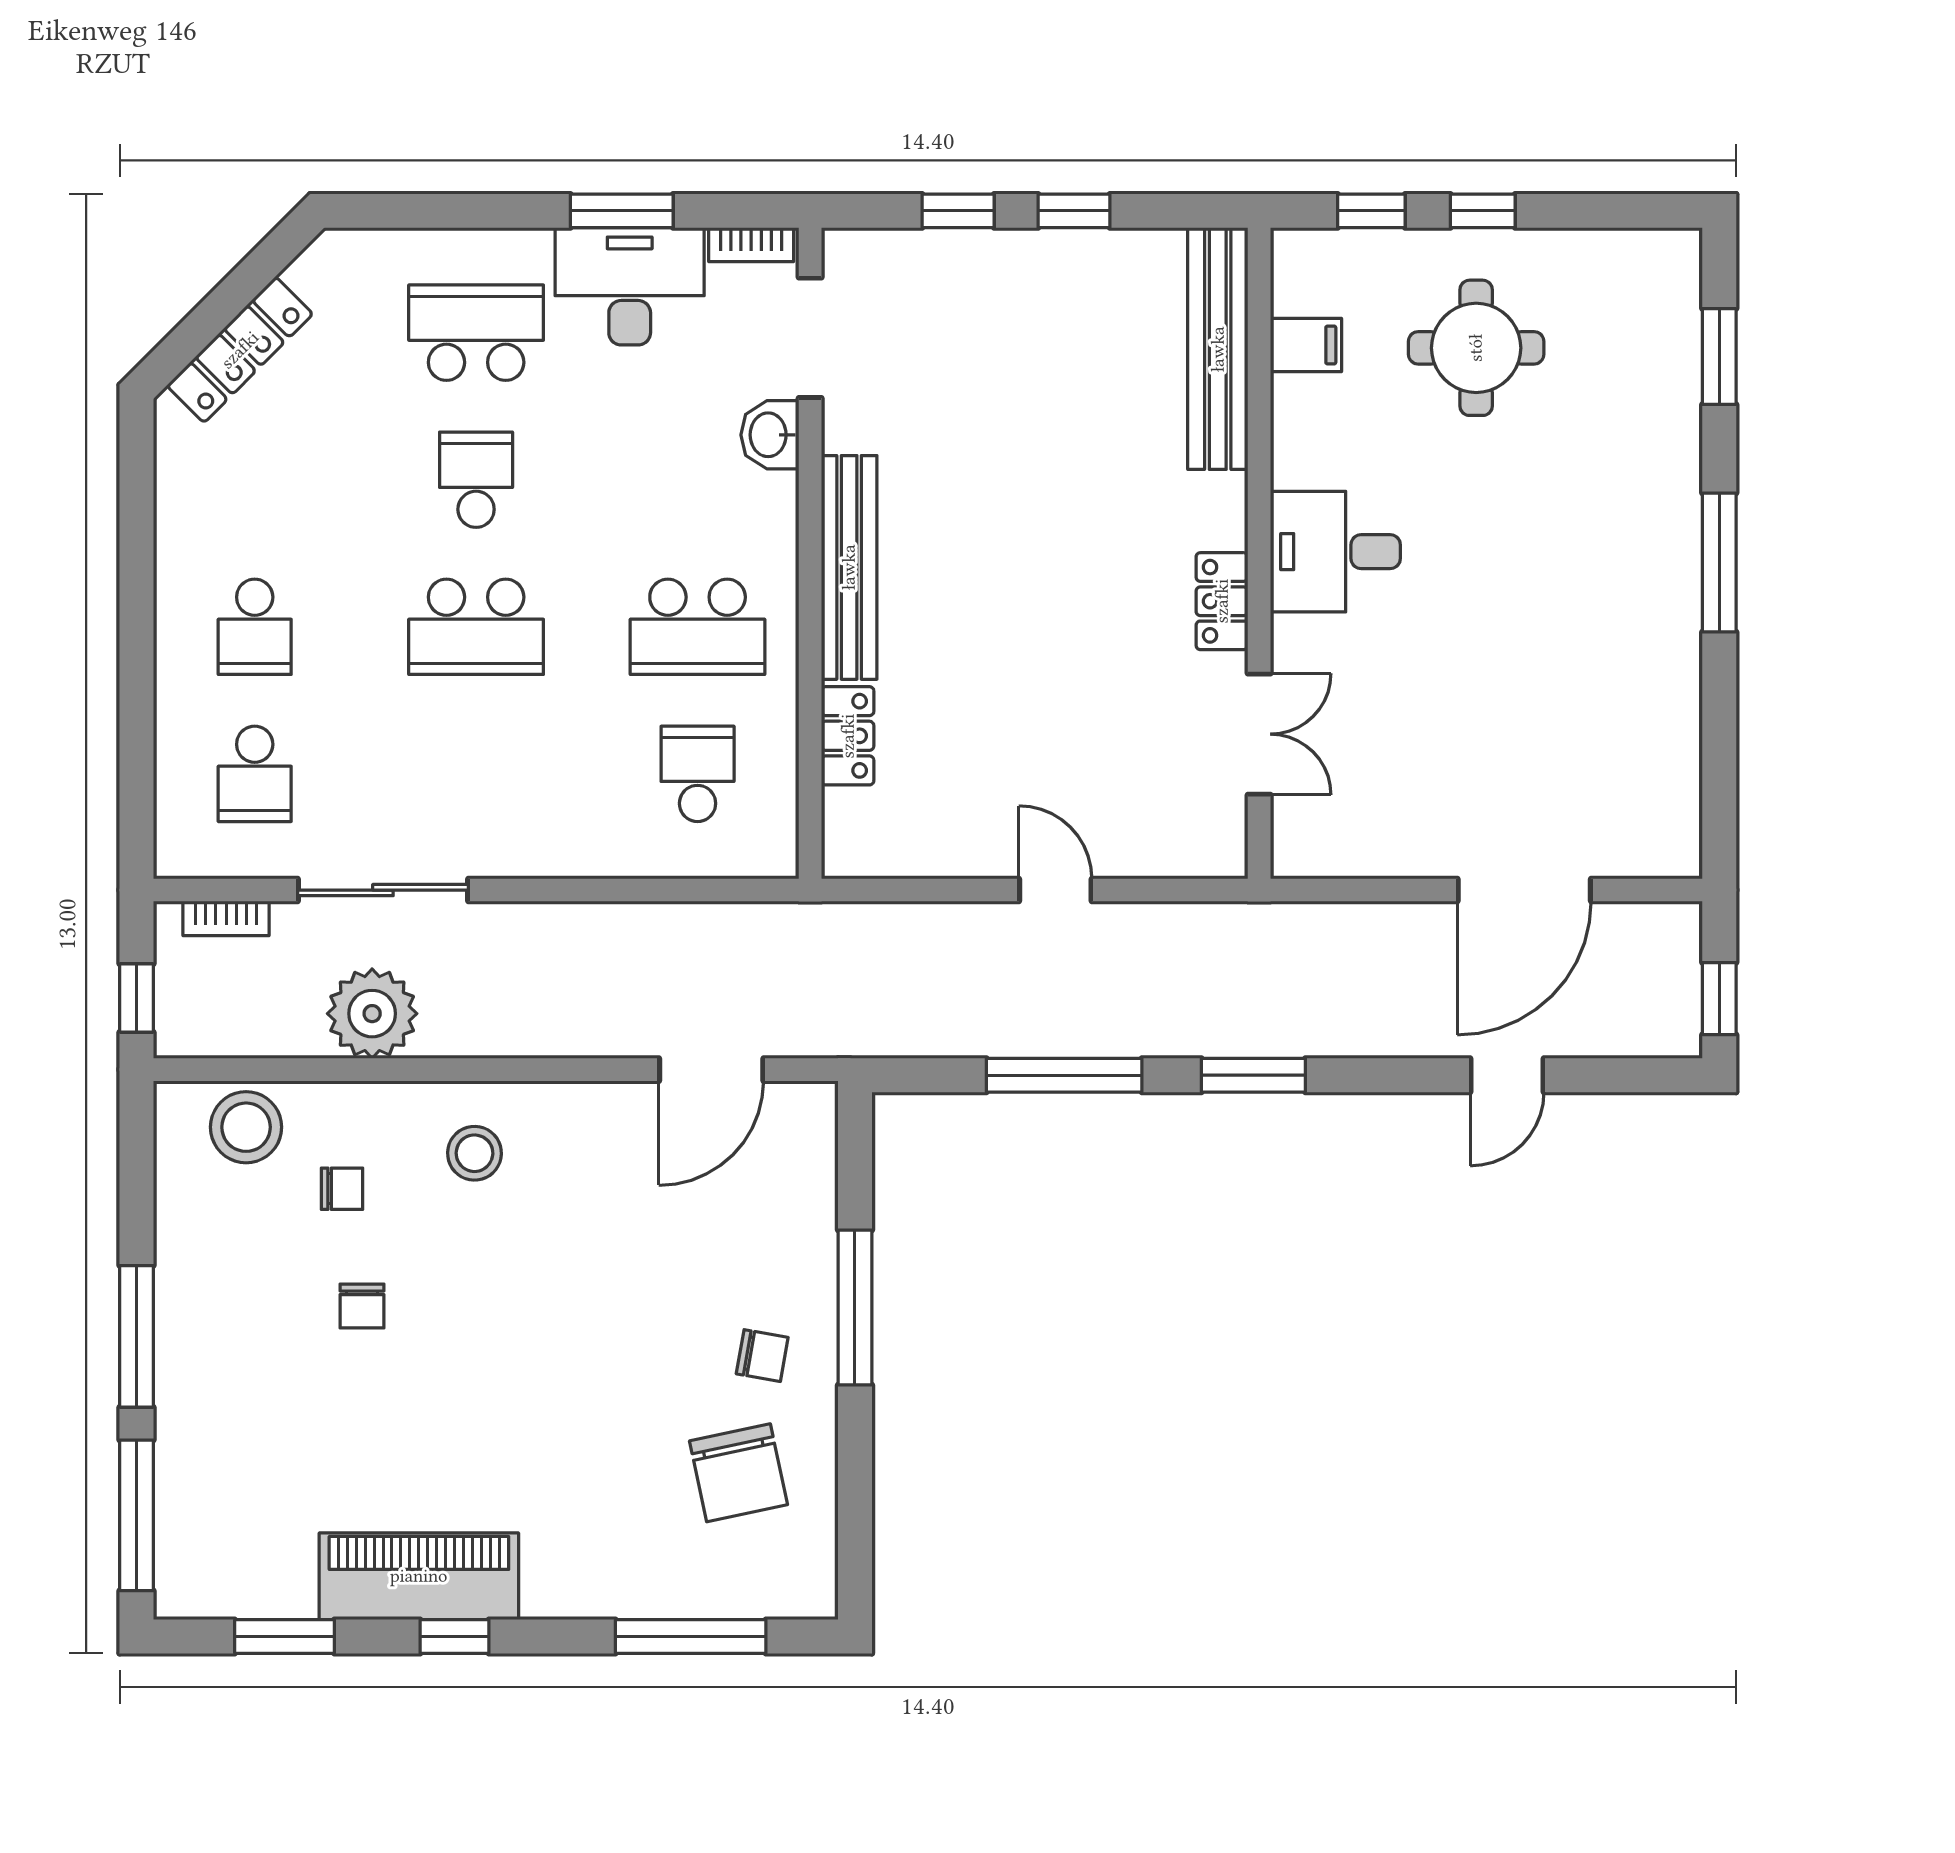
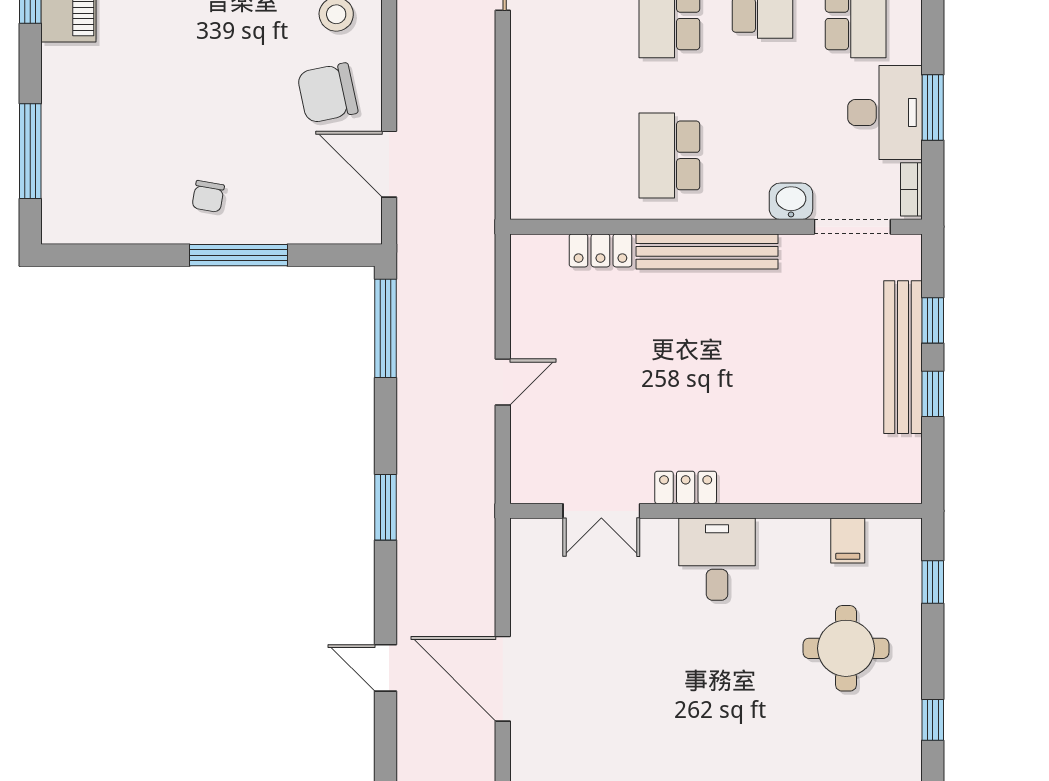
window: (1483, 211) -> (933, 720), moved
bench: (1218, 349) -> (903, 357), moved, turned 90
school desk: (698, 774) -> (576, 155), removed
window: (1064, 1075) -> (386, 328), moved
chair: (738, 1473) -> (327, 93), moved

